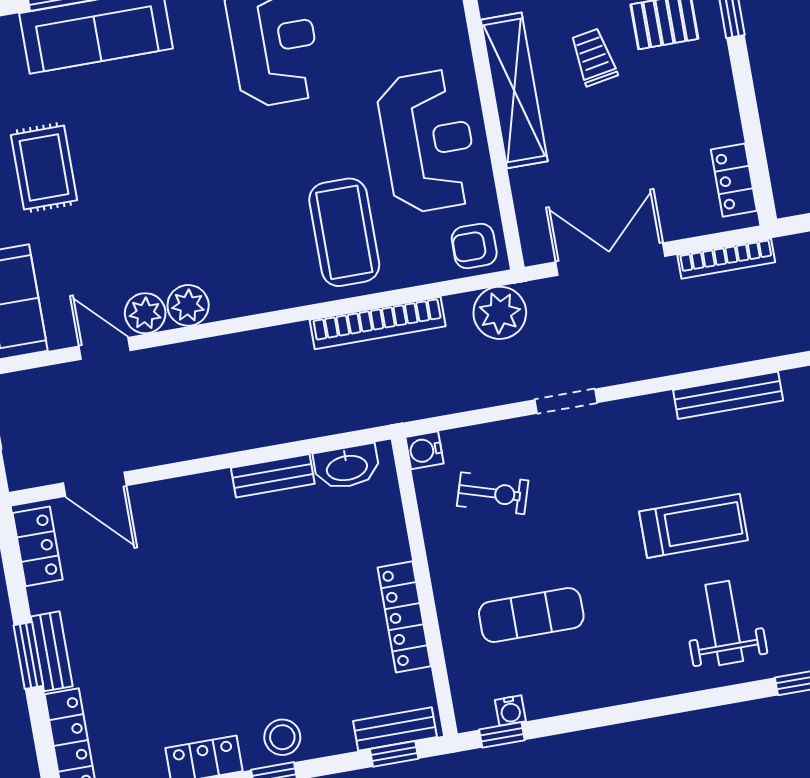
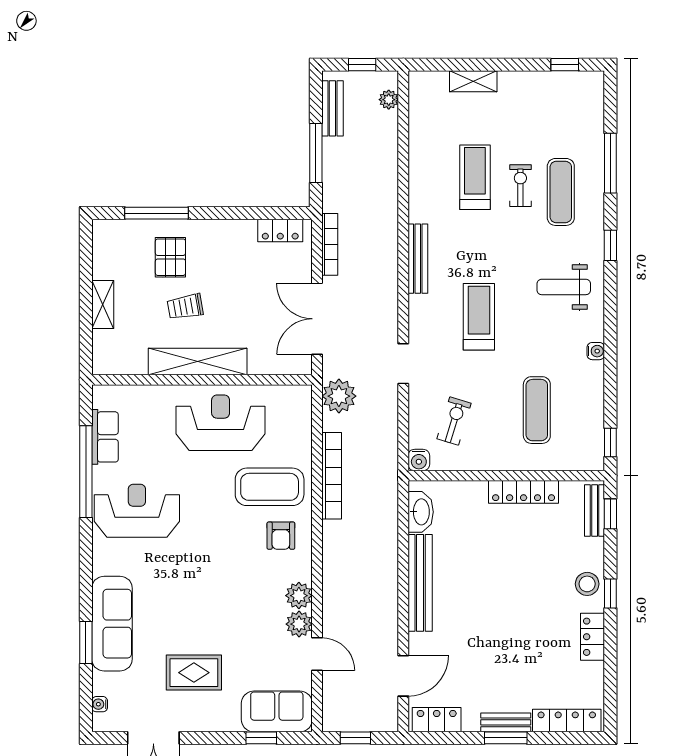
armchair: (474, 246) -> (281, 536), moved
door: (105, 348) -> (317, 654), swing flipped
bench: (273, 476) -> (420, 583), width x1.86, depth x1.21
treadmill: (693, 526) -> (479, 317), moved
water cooler: (510, 711) -> (596, 351), moved

